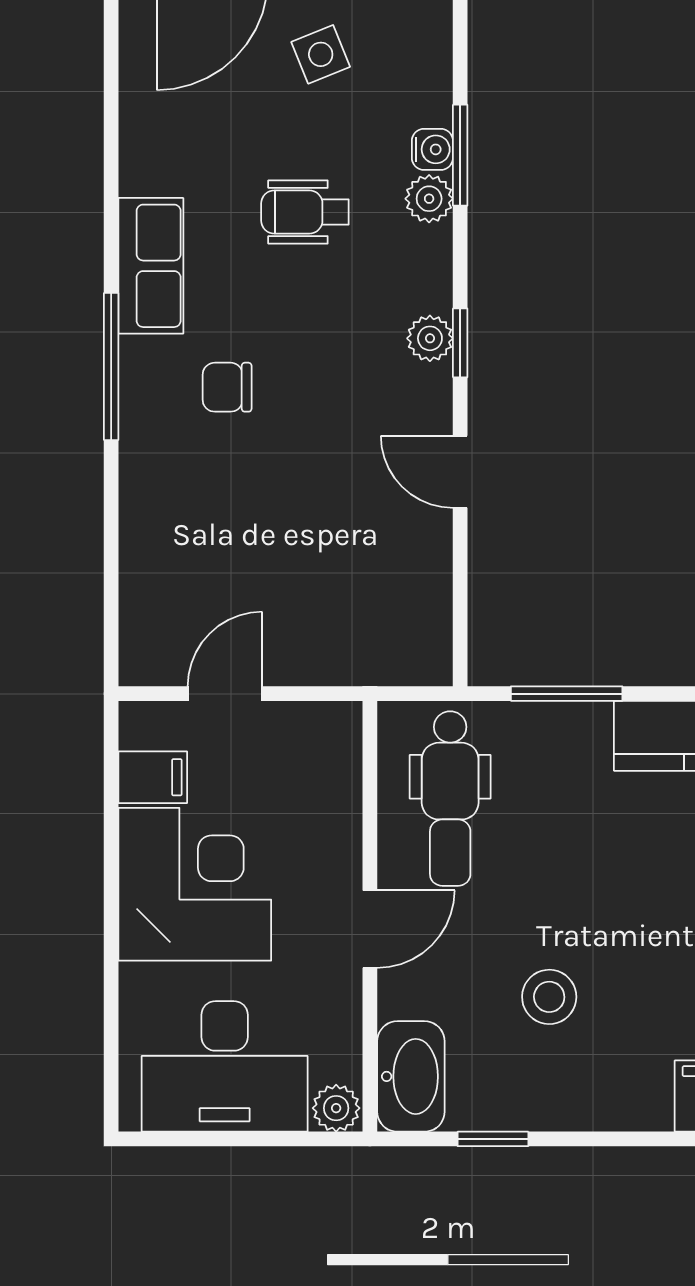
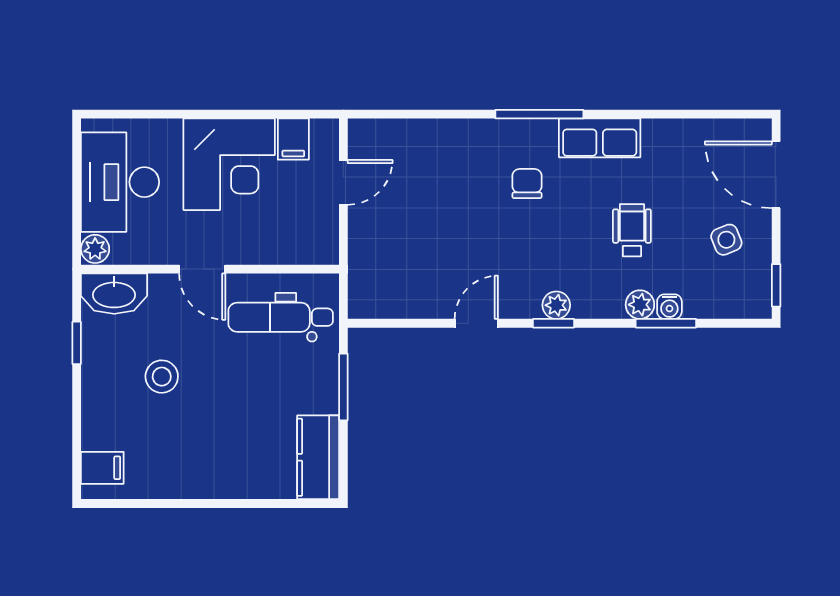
door: (225, 694) -> (343, 182), hinge flipped

